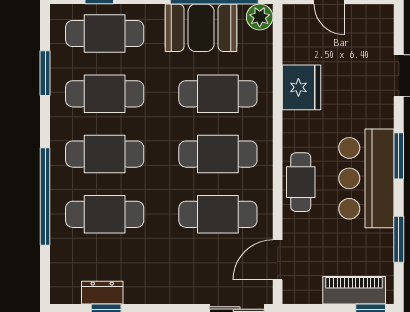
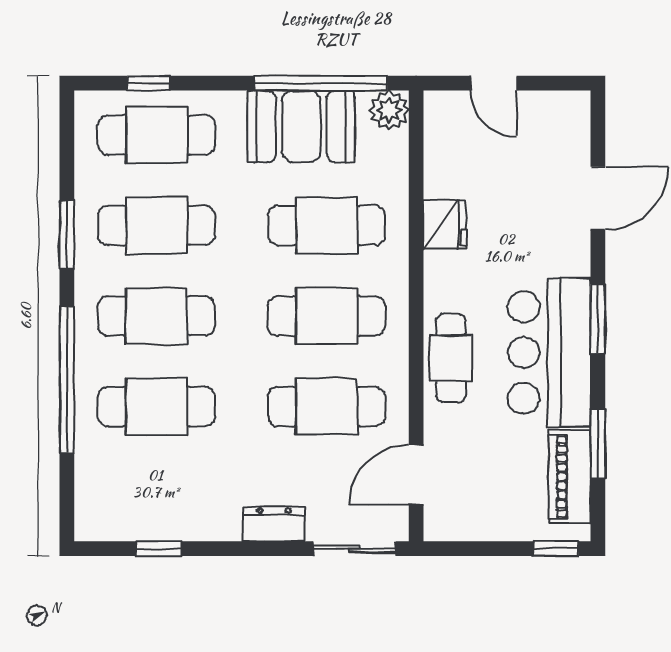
window: (45, 73) -> (67, 235), moved
fridge: (301, 87) -> (445, 225), width x0.73, depth x0.75
piano: (354, 290) -> (570, 477), moved, turned -90
dresser: (102, 293) -> (274, 524), moved

